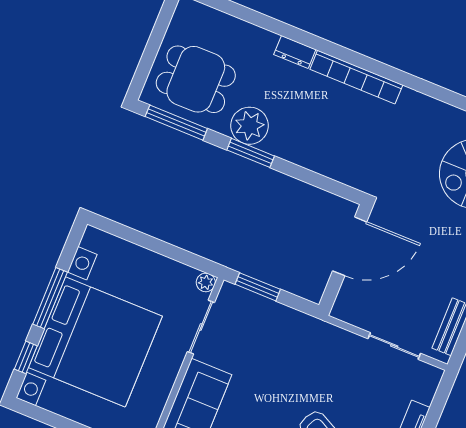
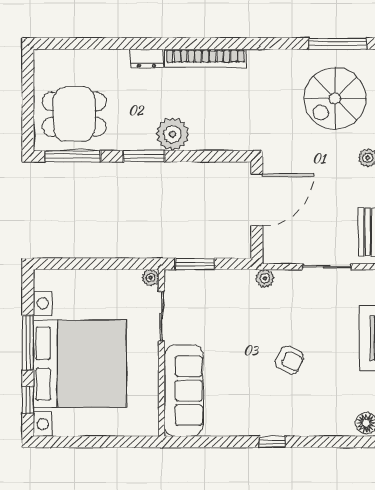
plant: (249, 126) -> (172, 134), moved
plant: (325, 332) -> (265, 278), added

